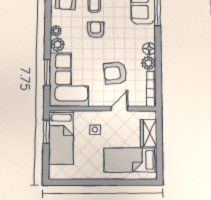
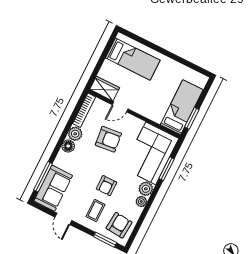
side table: (95, 130) -> (150, 100), removed
wardrobe: (149, 133) -> (105, 89), moved, turned -90

